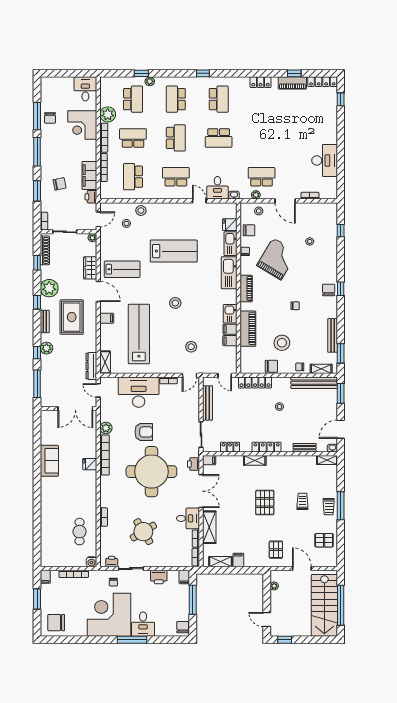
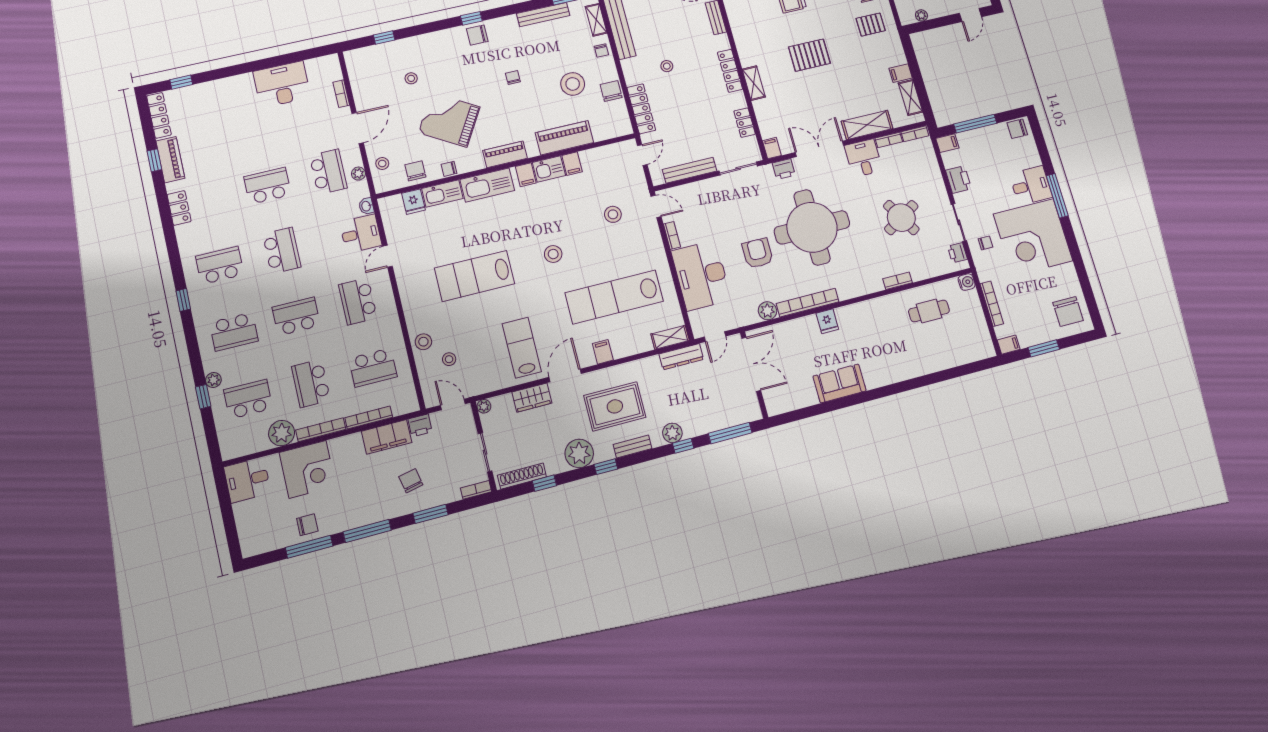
school desk: (262, 138) -> (268, 186), added
school desk: (262, 177) -> (328, 172), turned 180
lab bench: (174, 251) -> (475, 276), turned -90
filing cabinet: (230, 341) -> (526, 175), moved

